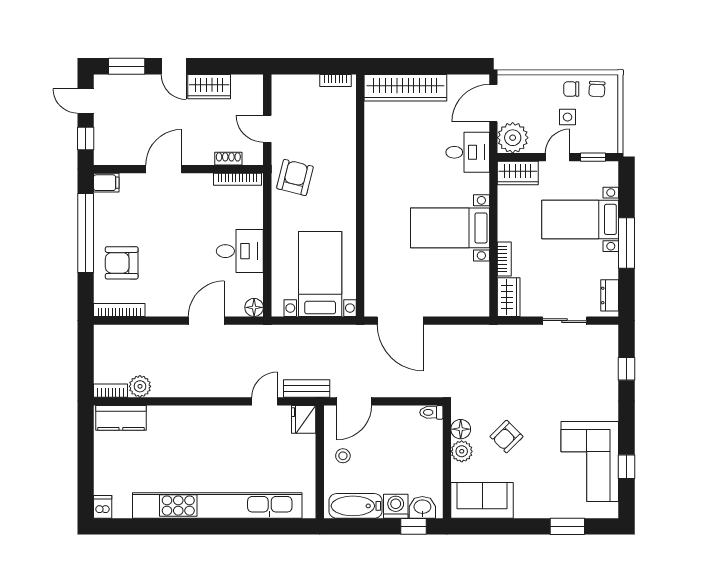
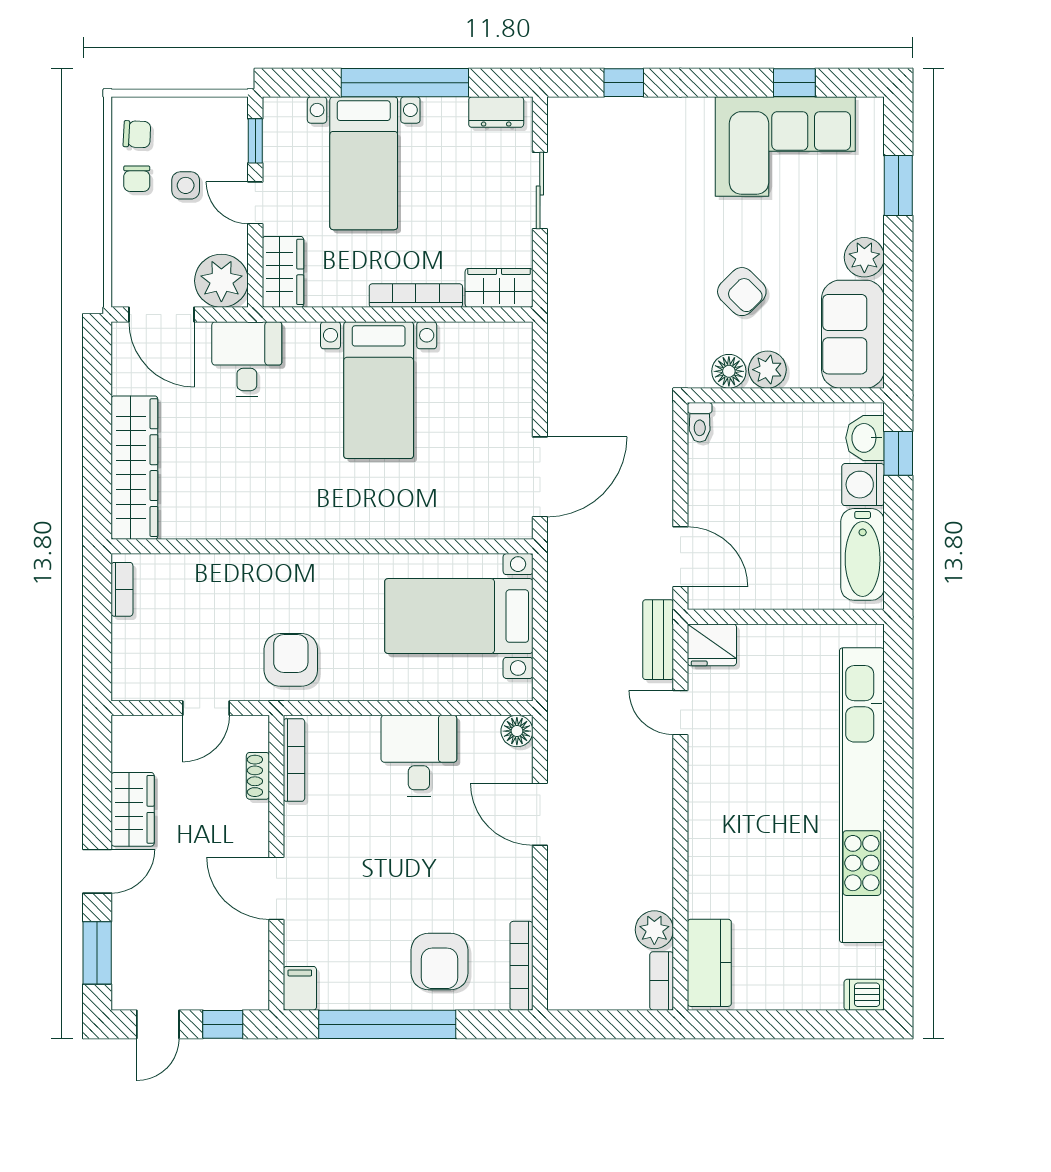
armchair: (295, 177) -> (291, 660), turned 76
window: (627, 243) -> (405, 83), width x1.46
bookcase: (504, 259) -> (416, 296), width x1.56
stool: (343, 456) -> (775, 576), removed
plant: (526, 507) -> (864, 257), added

